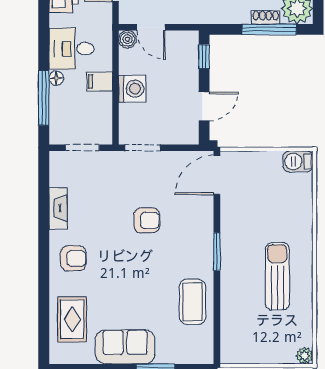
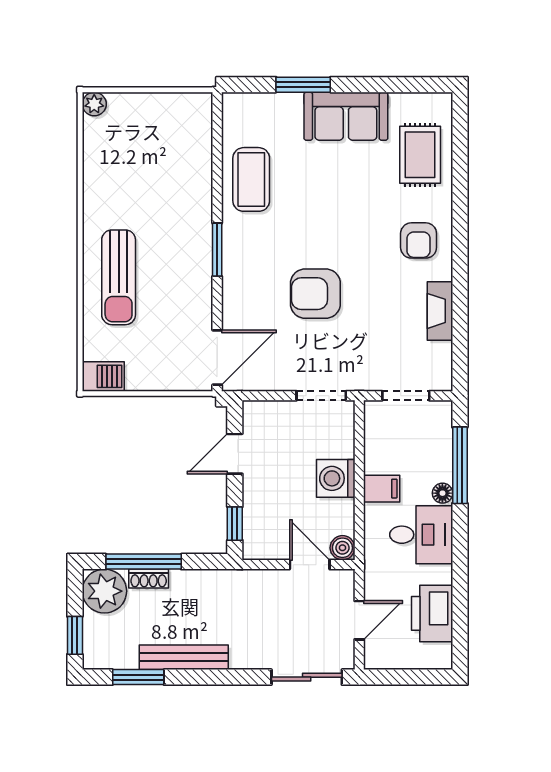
armchair: (147, 220) -> (315, 294), width x1.38, depth x1.38
armchair: (73, 258) -> (419, 240), turned -90
sun lounger: (277, 276) -> (119, 277), moved

